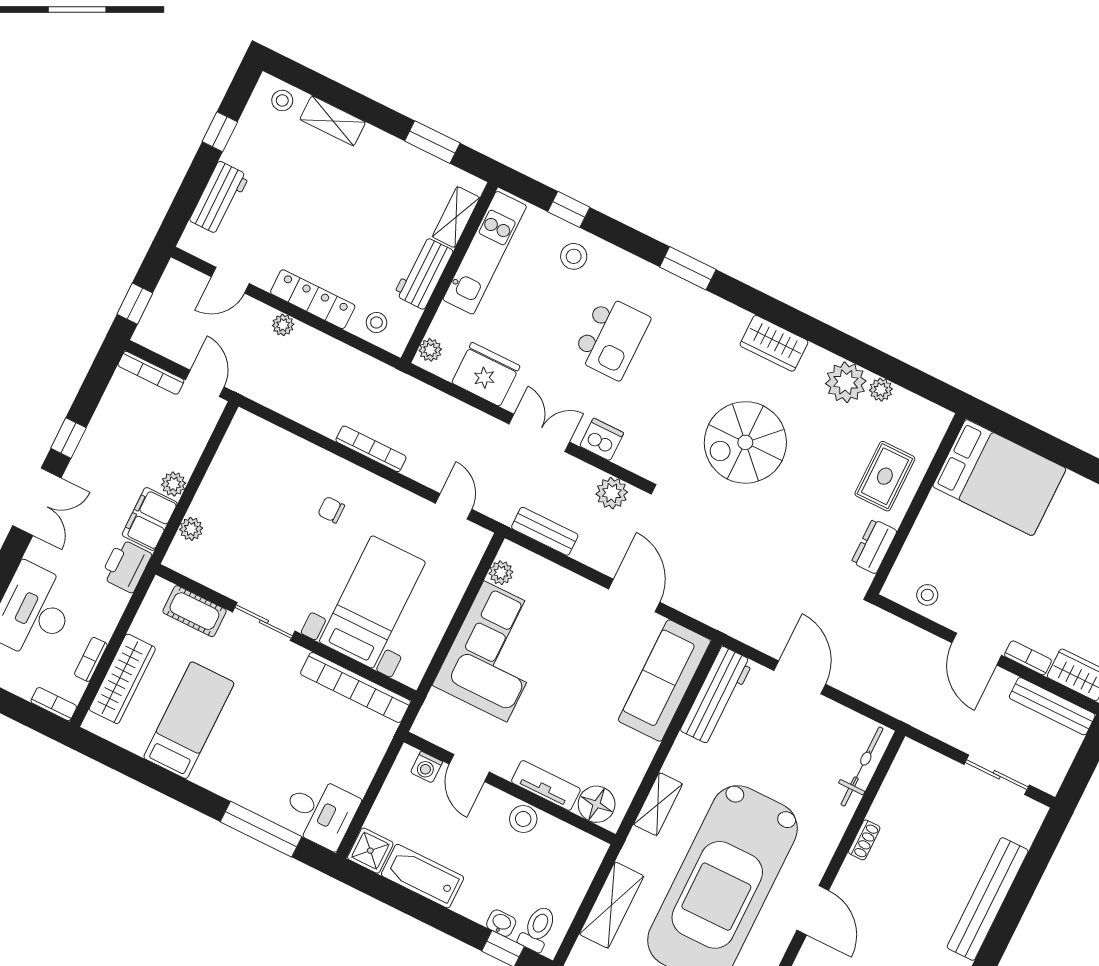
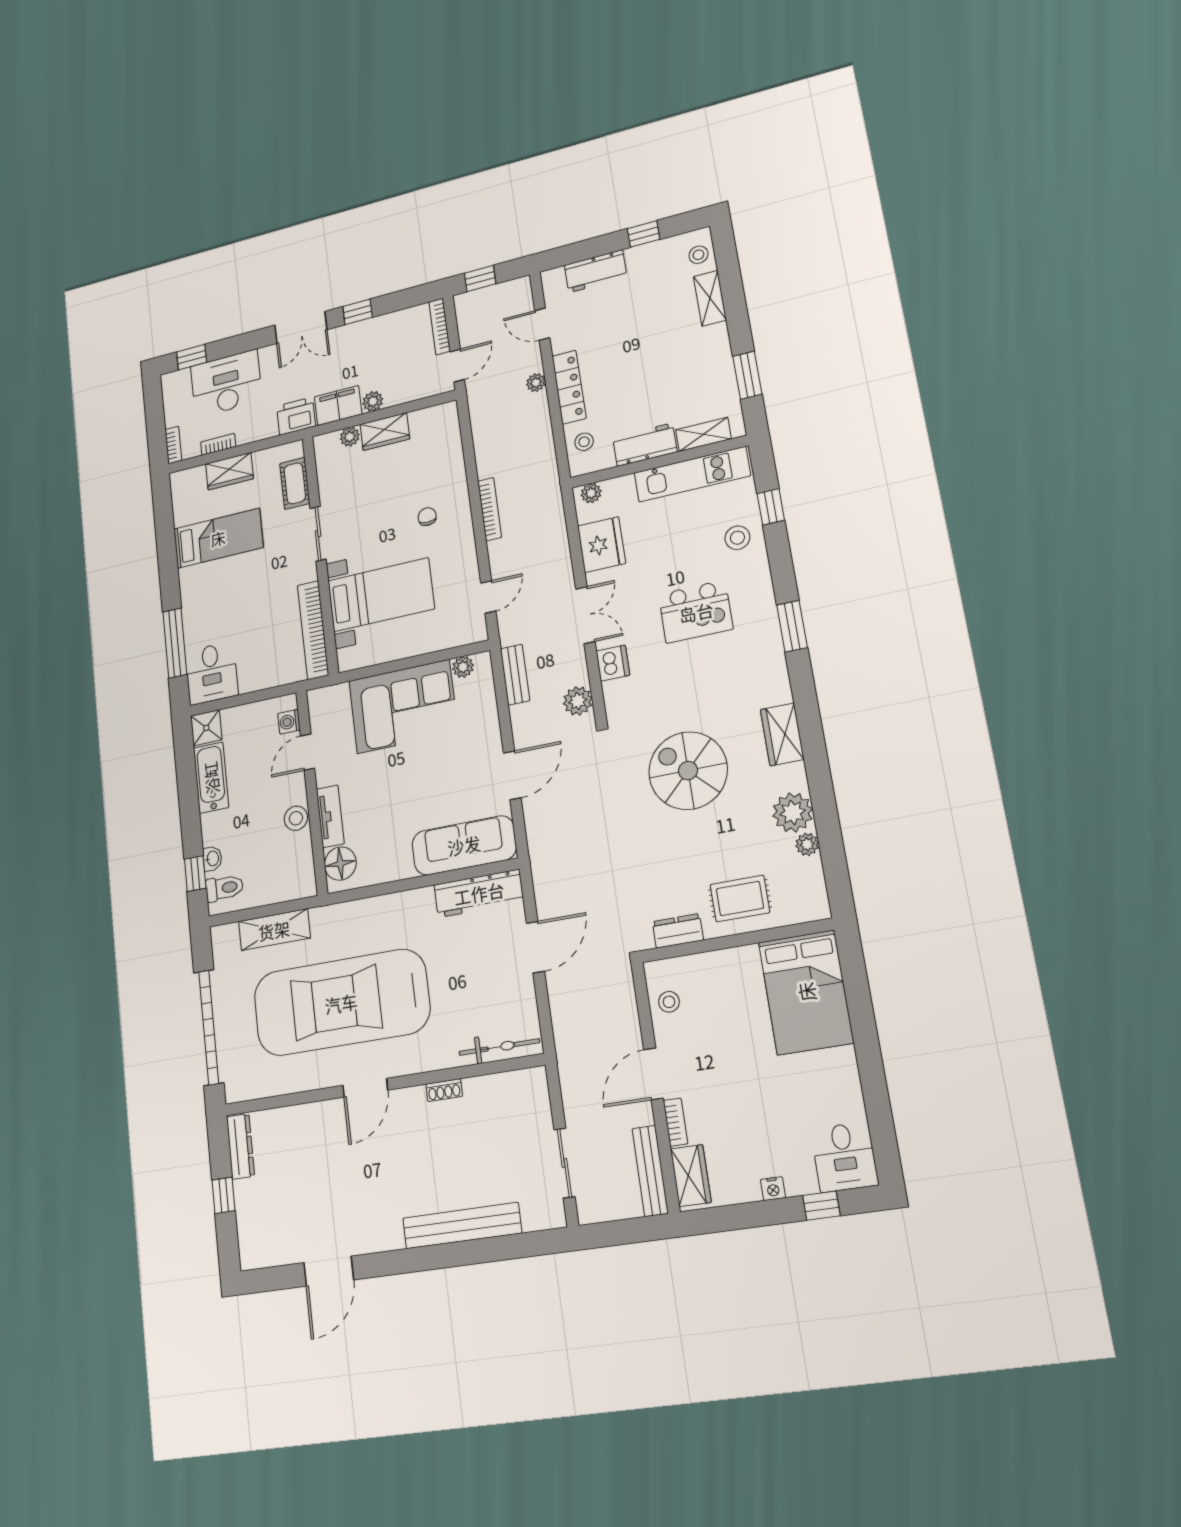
wardrobe: (214, 493) -> (385, 432), added
wardrobe: (122, 679) -> (230, 471), width x0.67
shelving: (658, 804) -> (369, 909), removed

